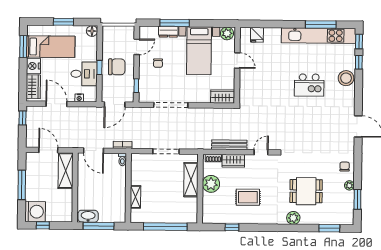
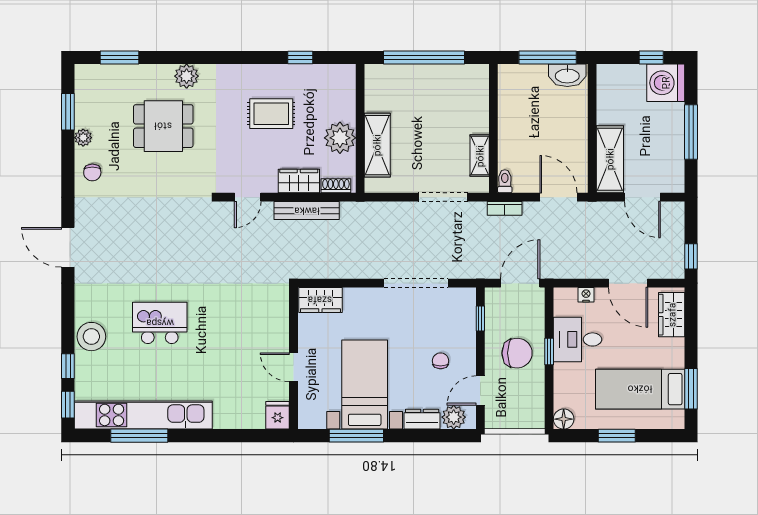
window: (175, 23) -> (356, 436), moved
plant: (227, 33) -> (454, 417), moved
fridge: (257, 35) -> (278, 415), moved
nightstand: (33, 66) -> (672, 353), removed
chair: (117, 67) -> (517, 353), turned 180
doorway: (166, 151) -> (443, 197), moved
shelving: (136, 197) -> (480, 156), moved

